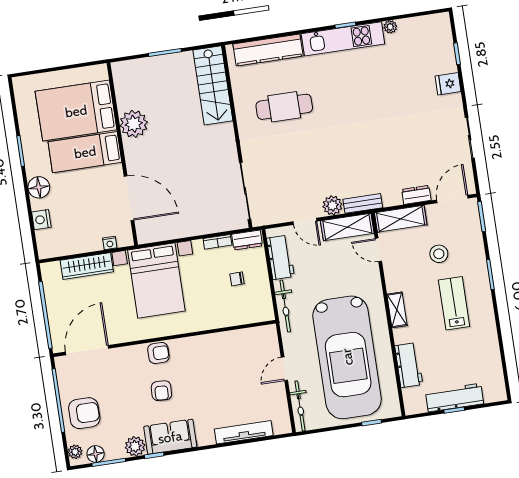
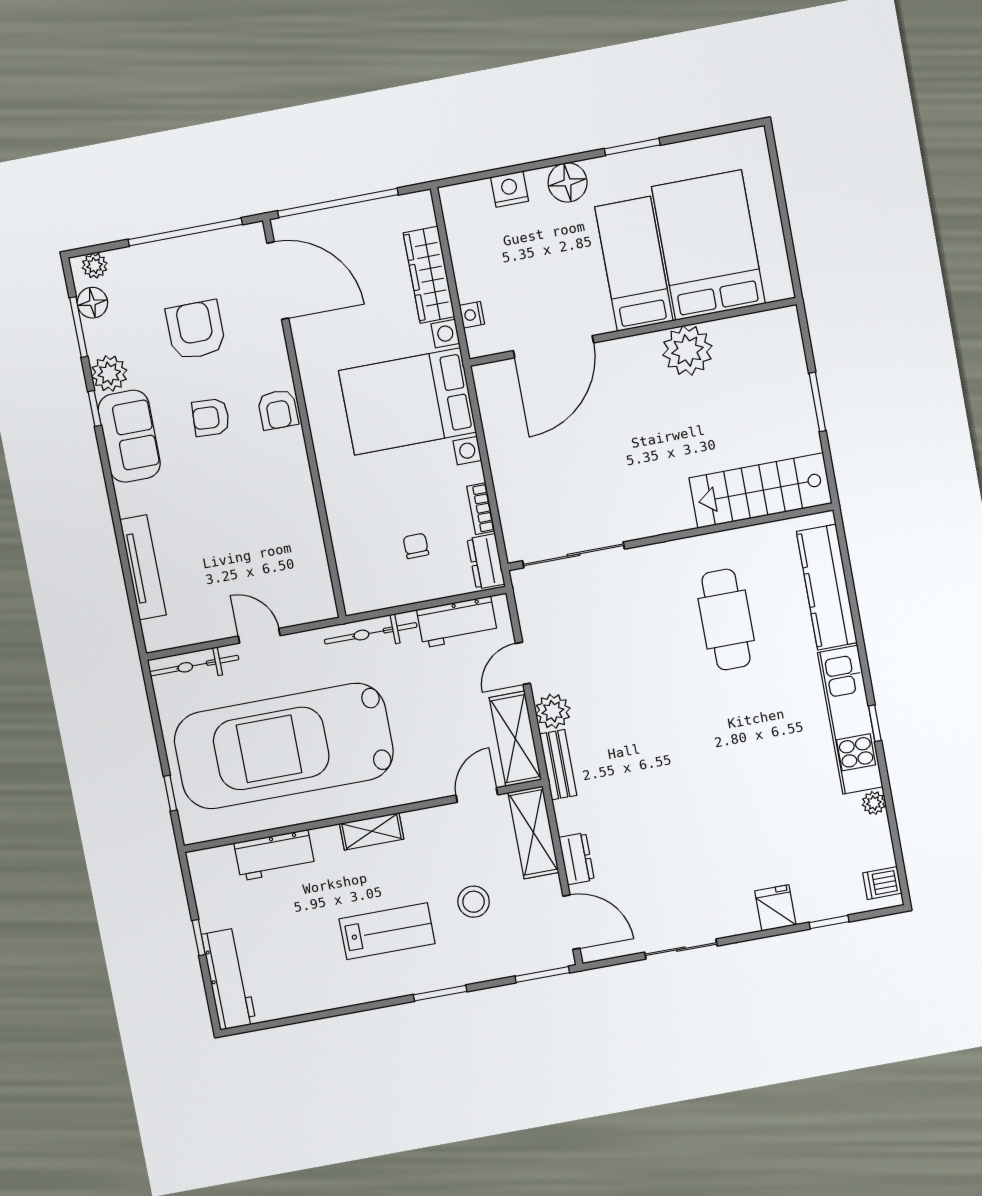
dishwasher: (436, 23) -> (882, 883), added
workbench: (455, 398) -> (229, 979), moved
armchair: (84, 413) -> (196, 330), moved, turned 180

